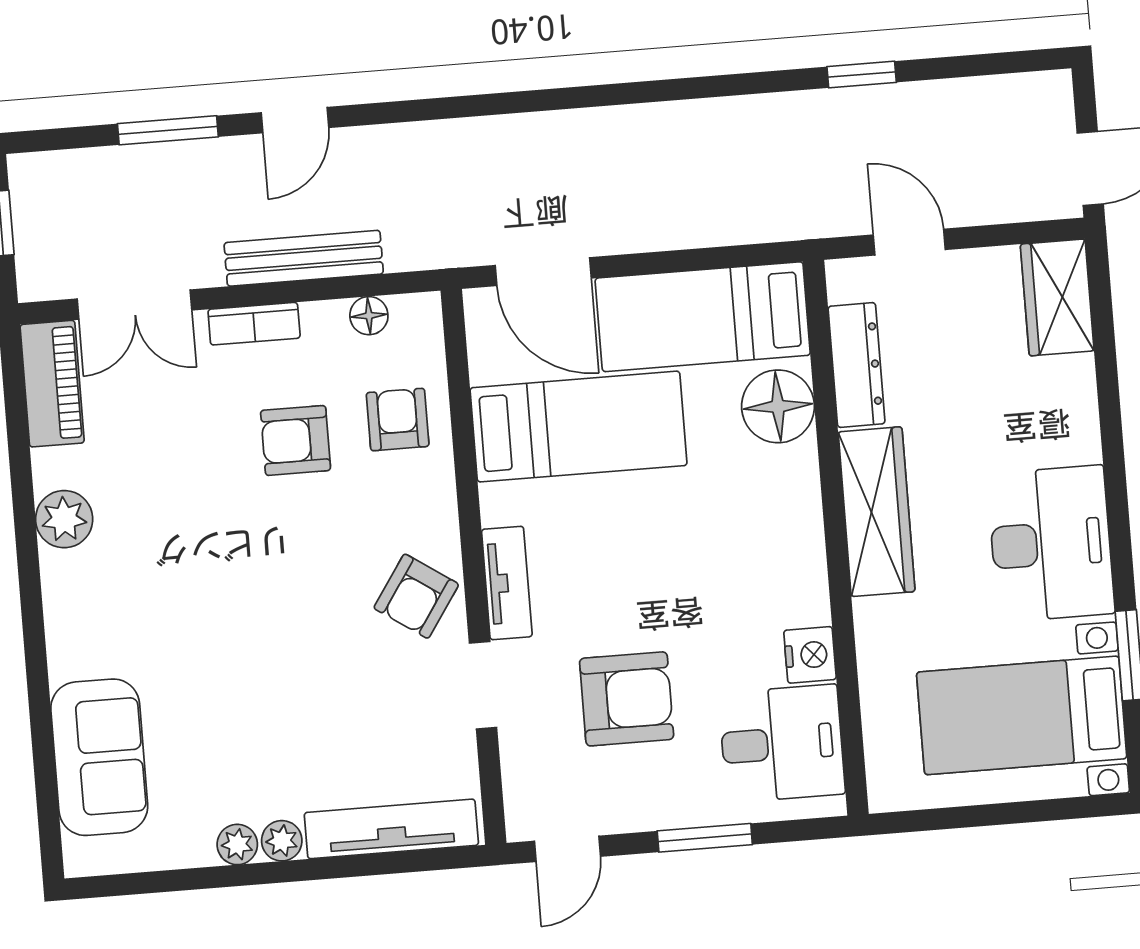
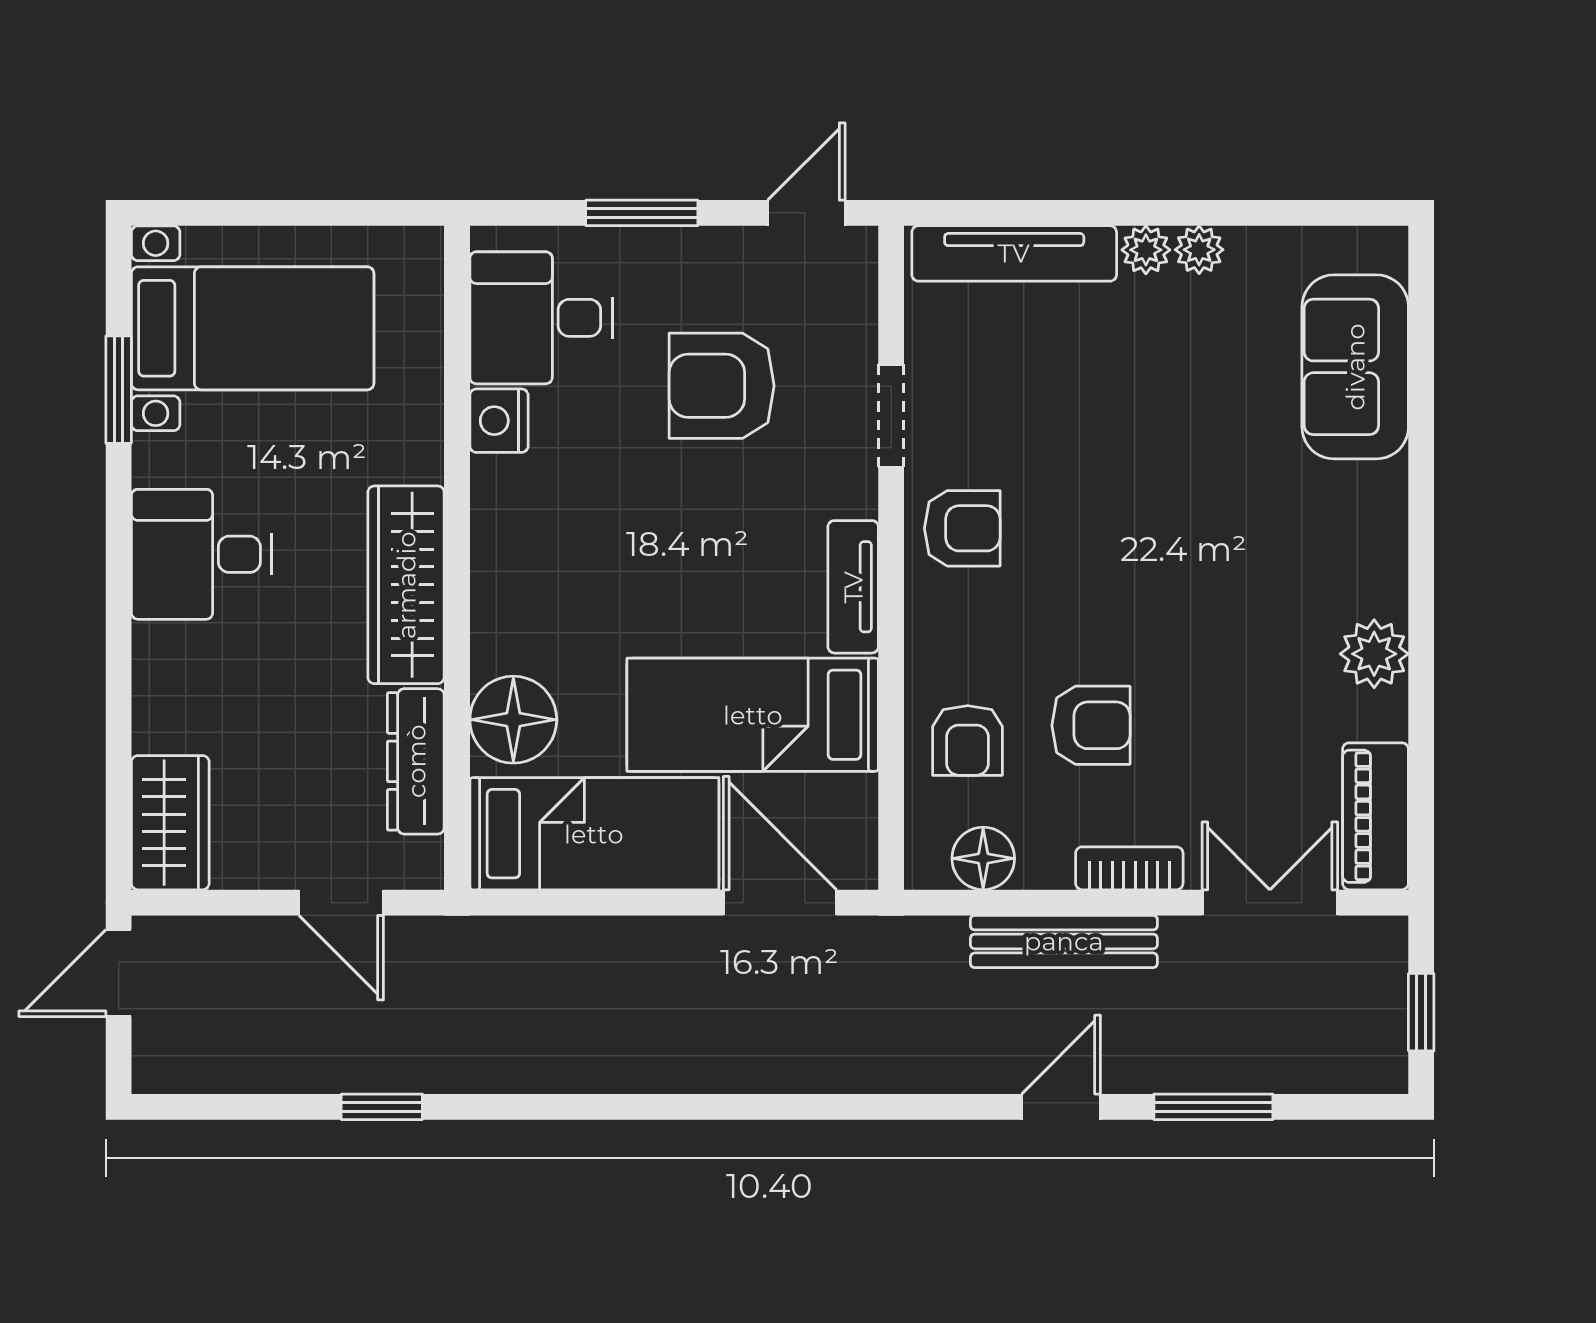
floor lamp: (369, 316) -> (983, 858), width x1.37, depth x1.37
desk: (1051, 544) -> (201, 554), width x0.73
tv unit: (507, 583) -> (853, 587), moved
armchair: (416, 596) -> (962, 528), turned 56

